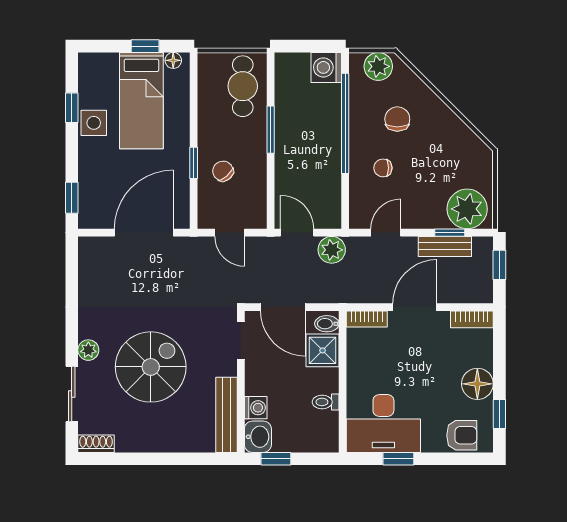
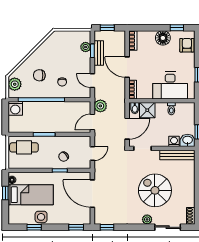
plant: (467, 209) -> (86, 47), width x0.53, depth x0.53
window: (72, 264) -> (107, 227), added
desk: (383, 424) -> (170, 85), moved, turned 90

